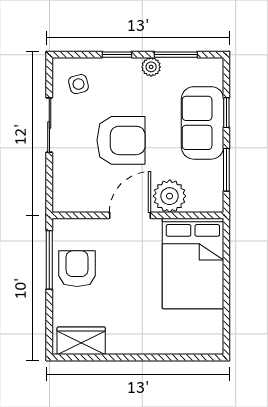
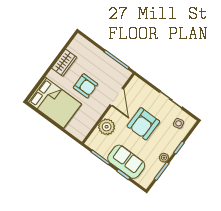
door: (130, 215) -> (117, 97), moved
bed: (193, 264) -> (54, 103), moved, turned 180
armchair: (77, 269) -> (86, 86), moved
wardrobe: (81, 341) -> (64, 63), moved

